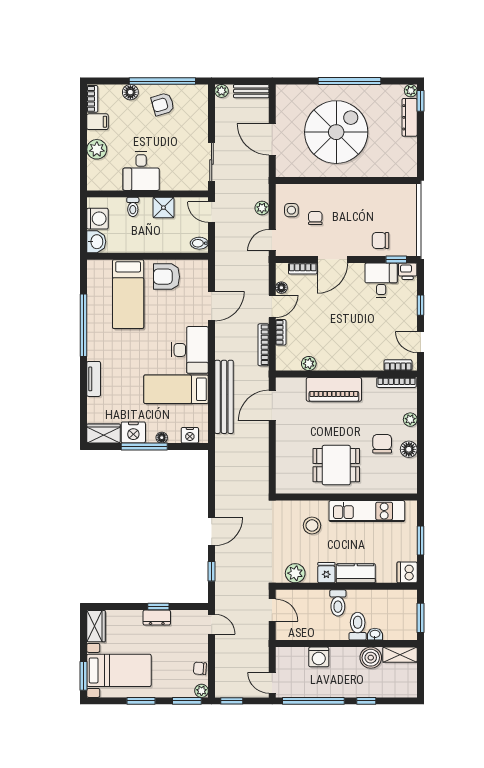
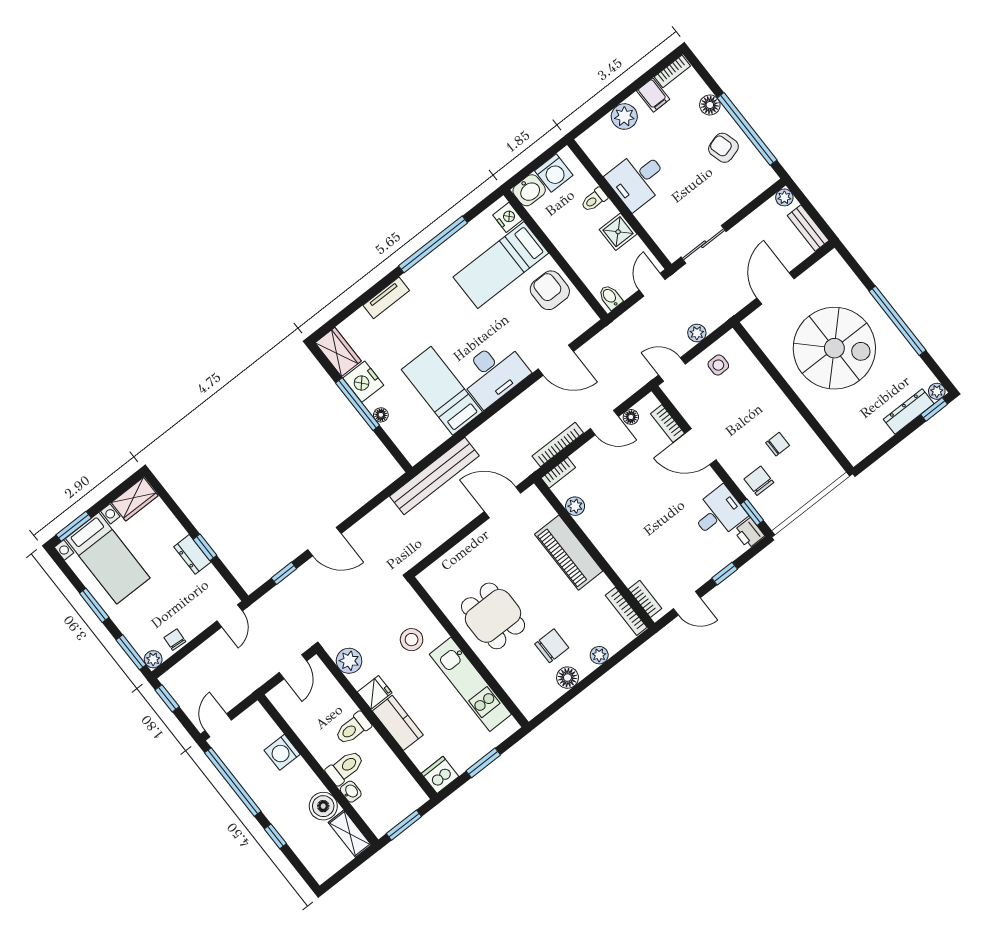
chair: (315, 218) -> (778, 444), moved
bookcase: (281, 332) -> (558, 473), moved
door: (420, 342) -> (687, 603), swing flipped
bench: (224, 397) -> (434, 476), moved
nightstand: (190, 435) -> (508, 217), moved, turned 180

